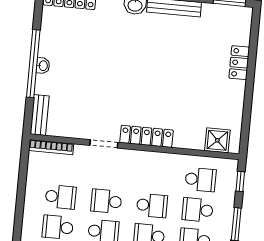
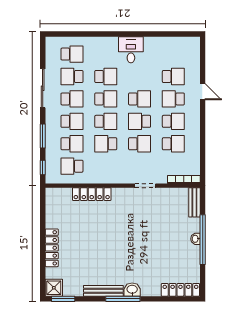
locker: (239, 63) -> (52, 248), width x1.53
locker: (146, 136) -> (92, 194), moved
shower: (217, 140) -> (54, 288), moved
school desk: (61, 197) -> (173, 144), turned 180

